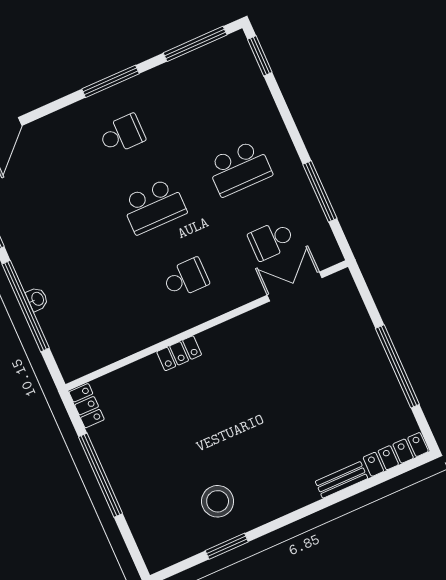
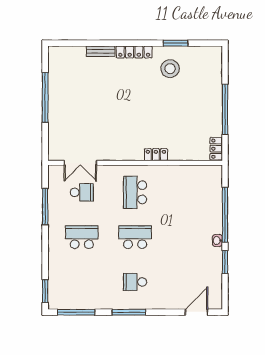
school desk: (186, 278) -> (135, 192), width x1.85
washbasin: (37, 299) -> (217, 240), moved
locker: (396, 454) -> (134, 52), moved

